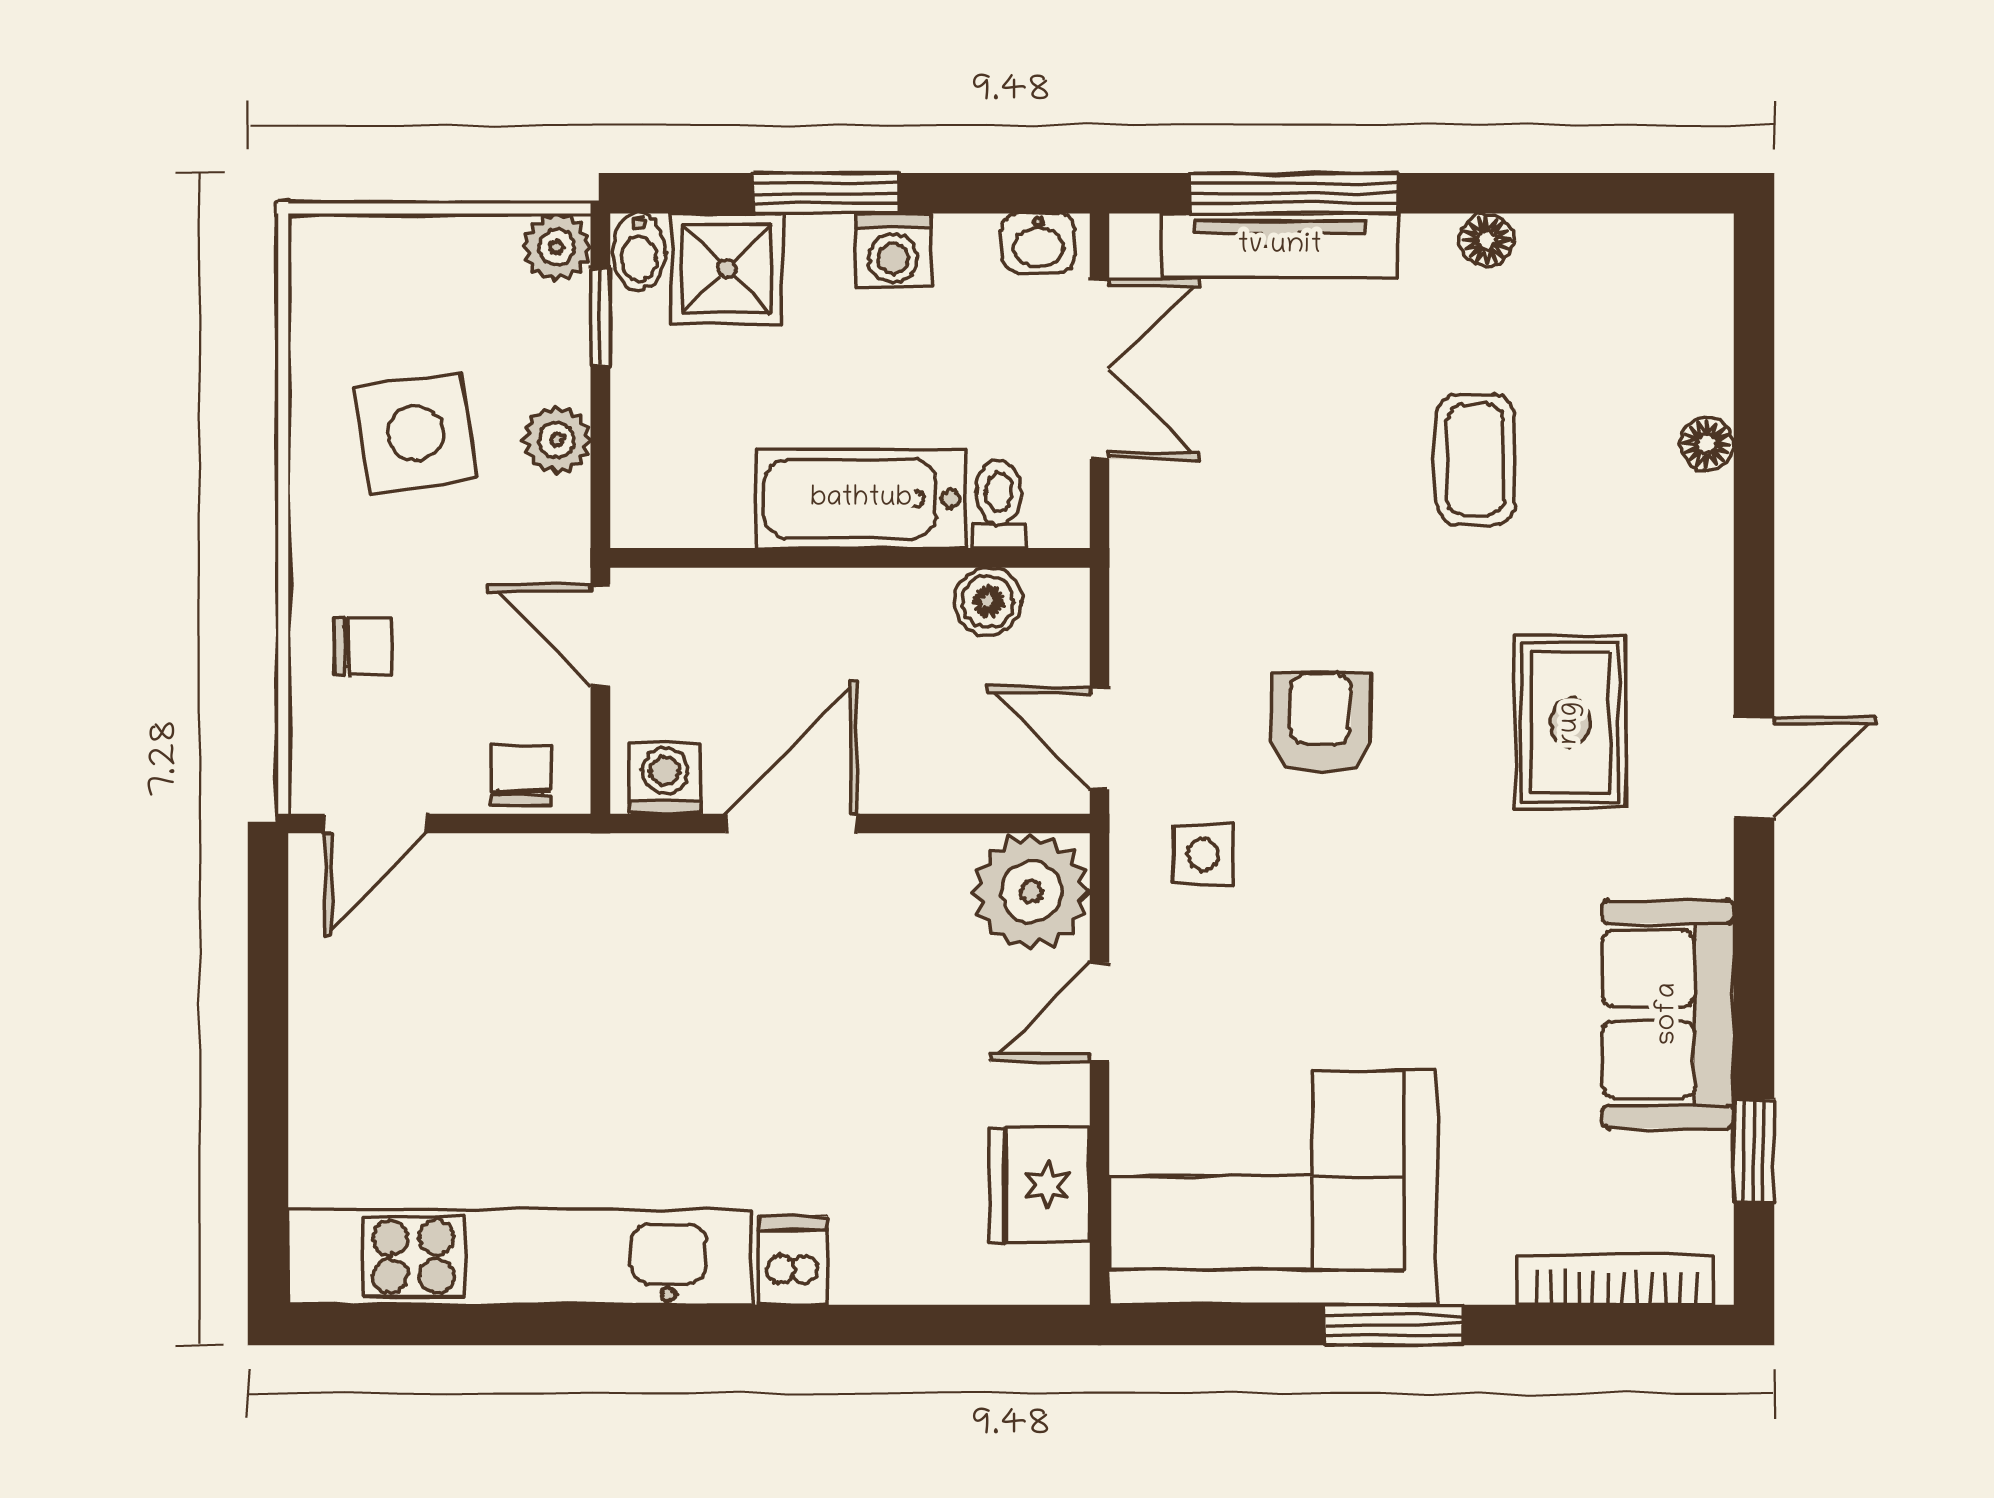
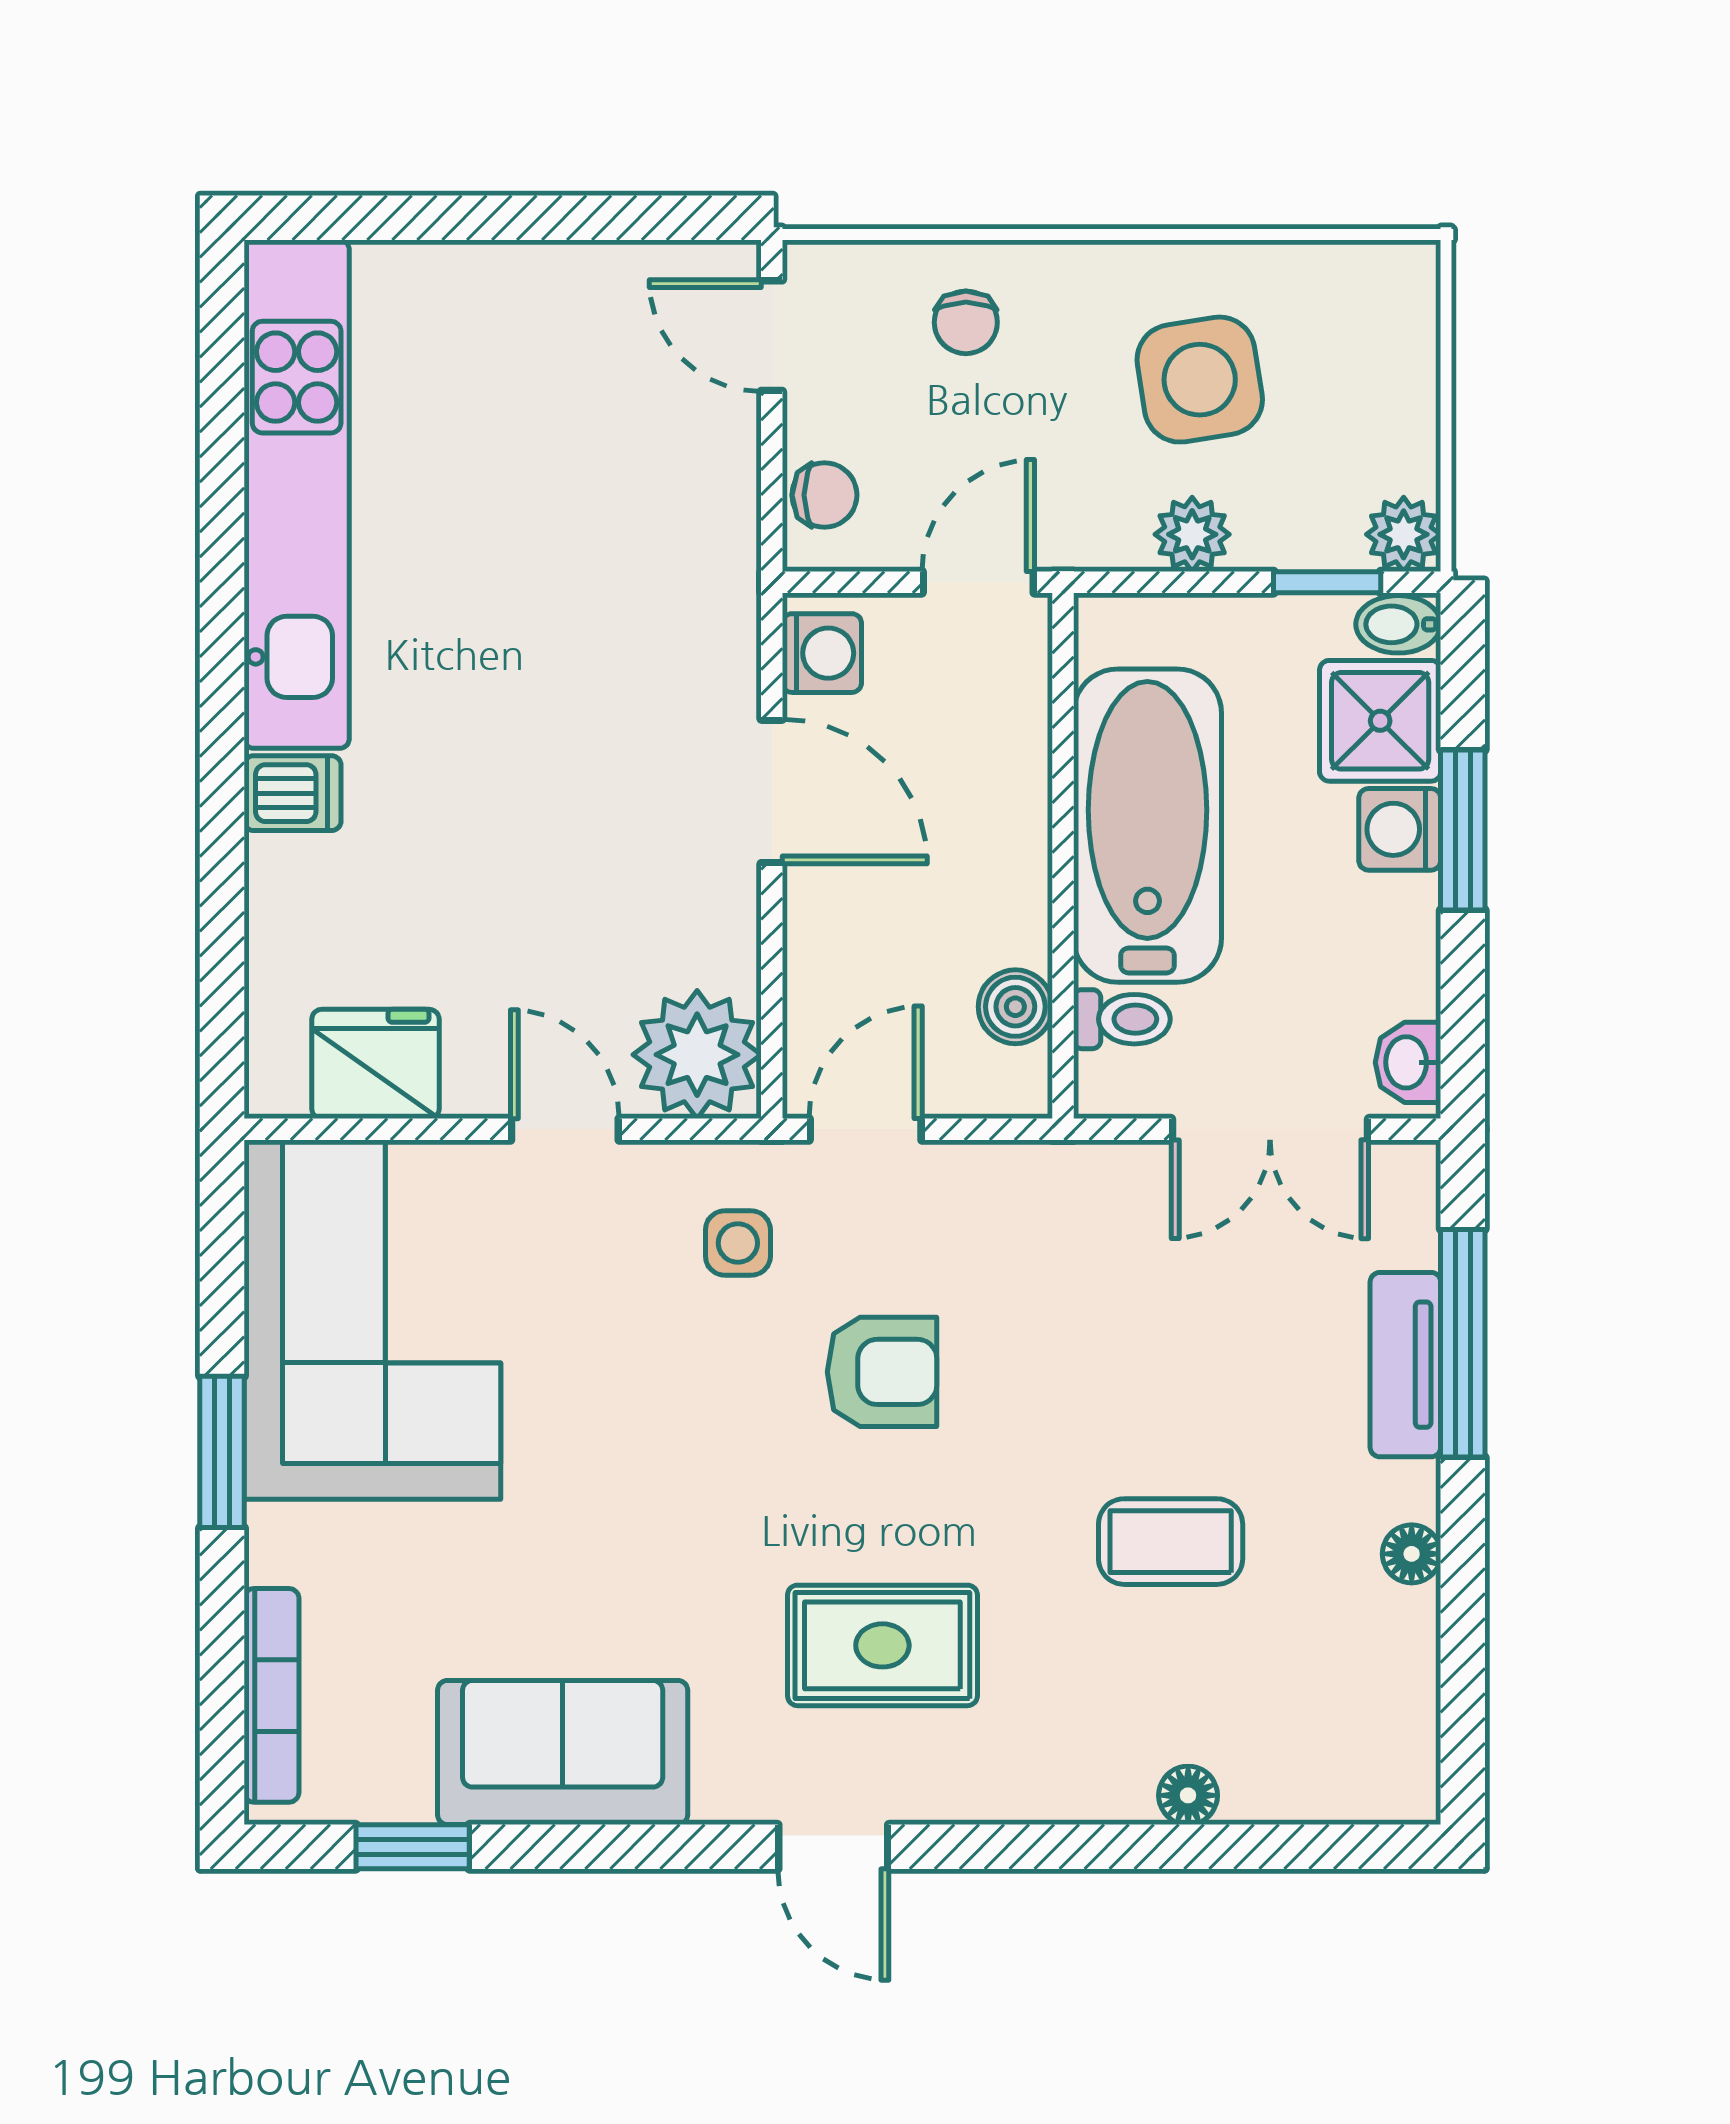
tv unit: (1280, 246) -> (1405, 1365), width x0.71
washing machine: (893, 251) -> (1400, 829), moved
bathtub: (861, 499) -> (1147, 826), width x1.36, depth x1.36

